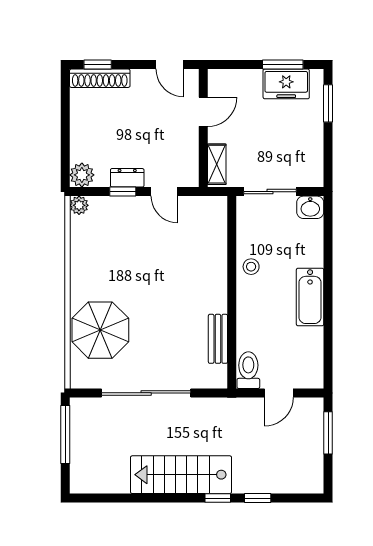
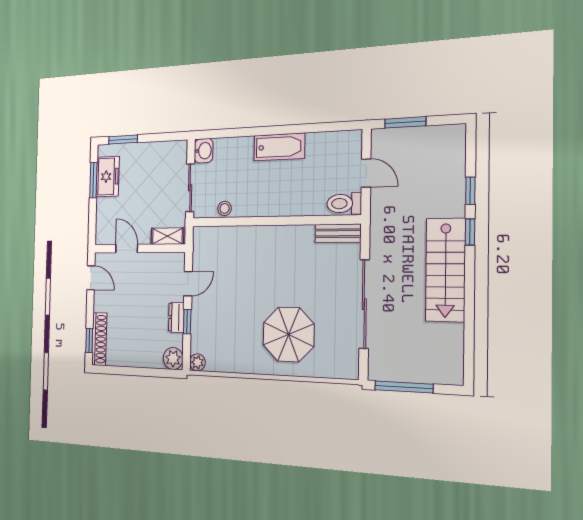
door: (170, 65) -> (91, 278), hinge flipped
stool: (251, 267) -> (225, 208), moved
parasol: (100, 330) -> (289, 334), moved
bench: (218, 339) -> (338, 233), moved

